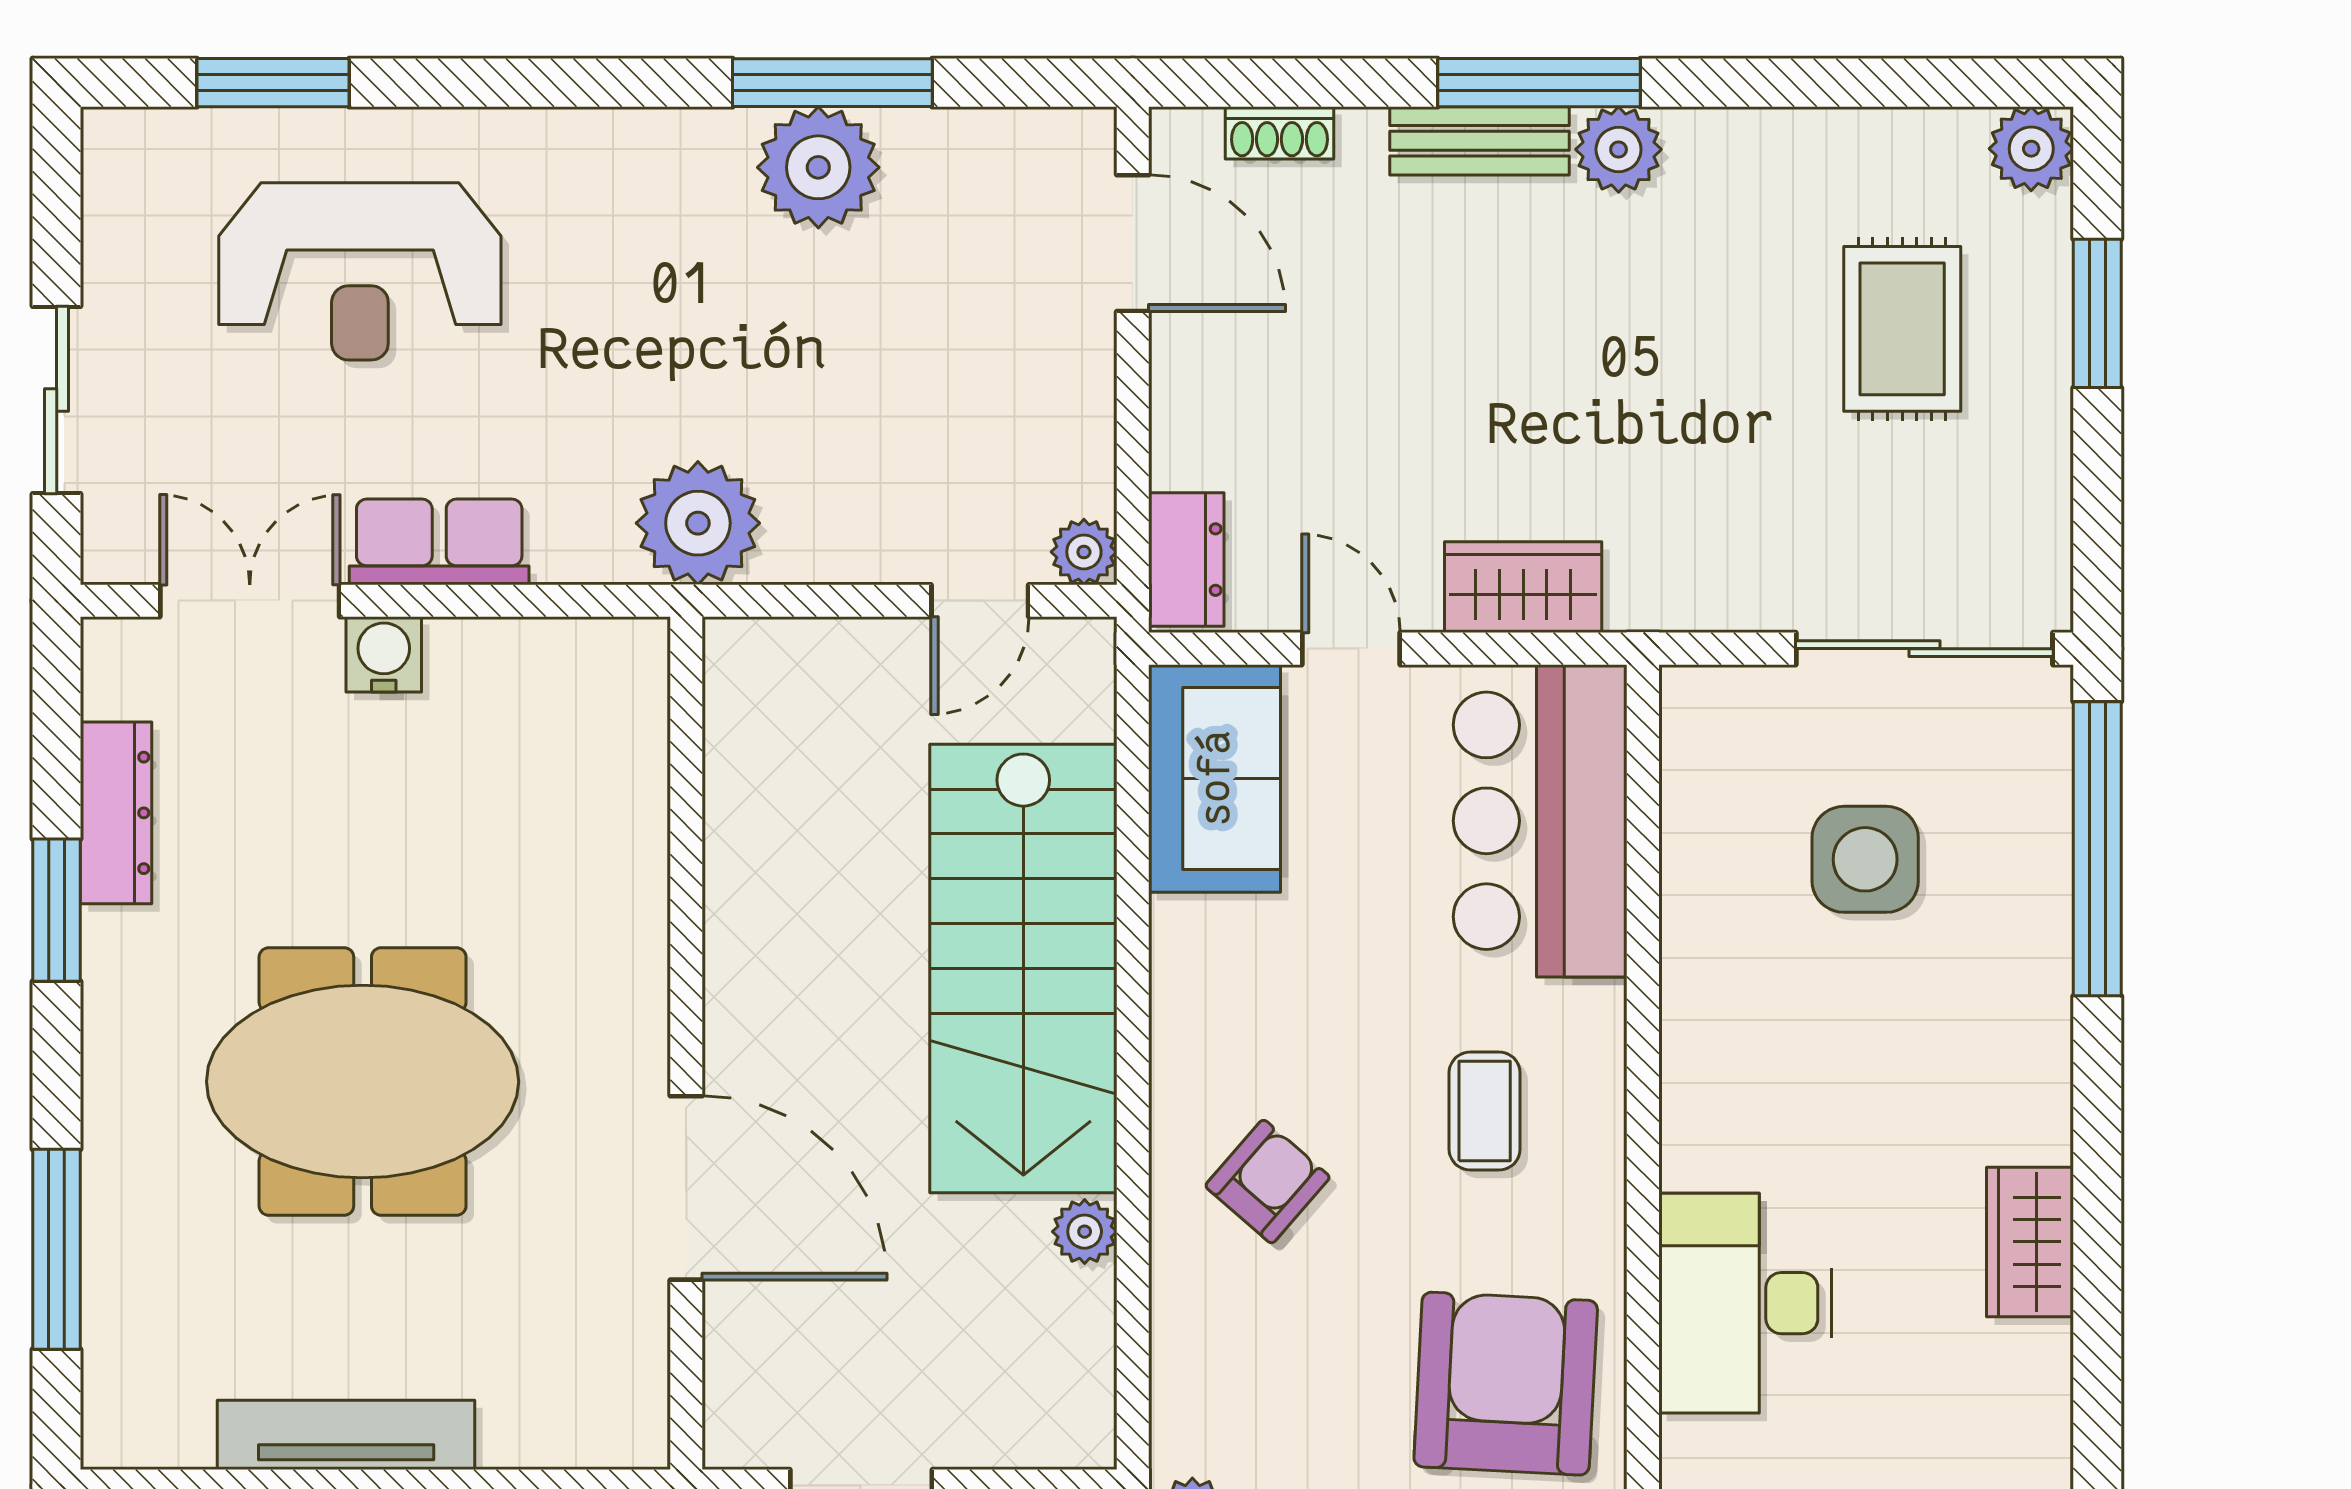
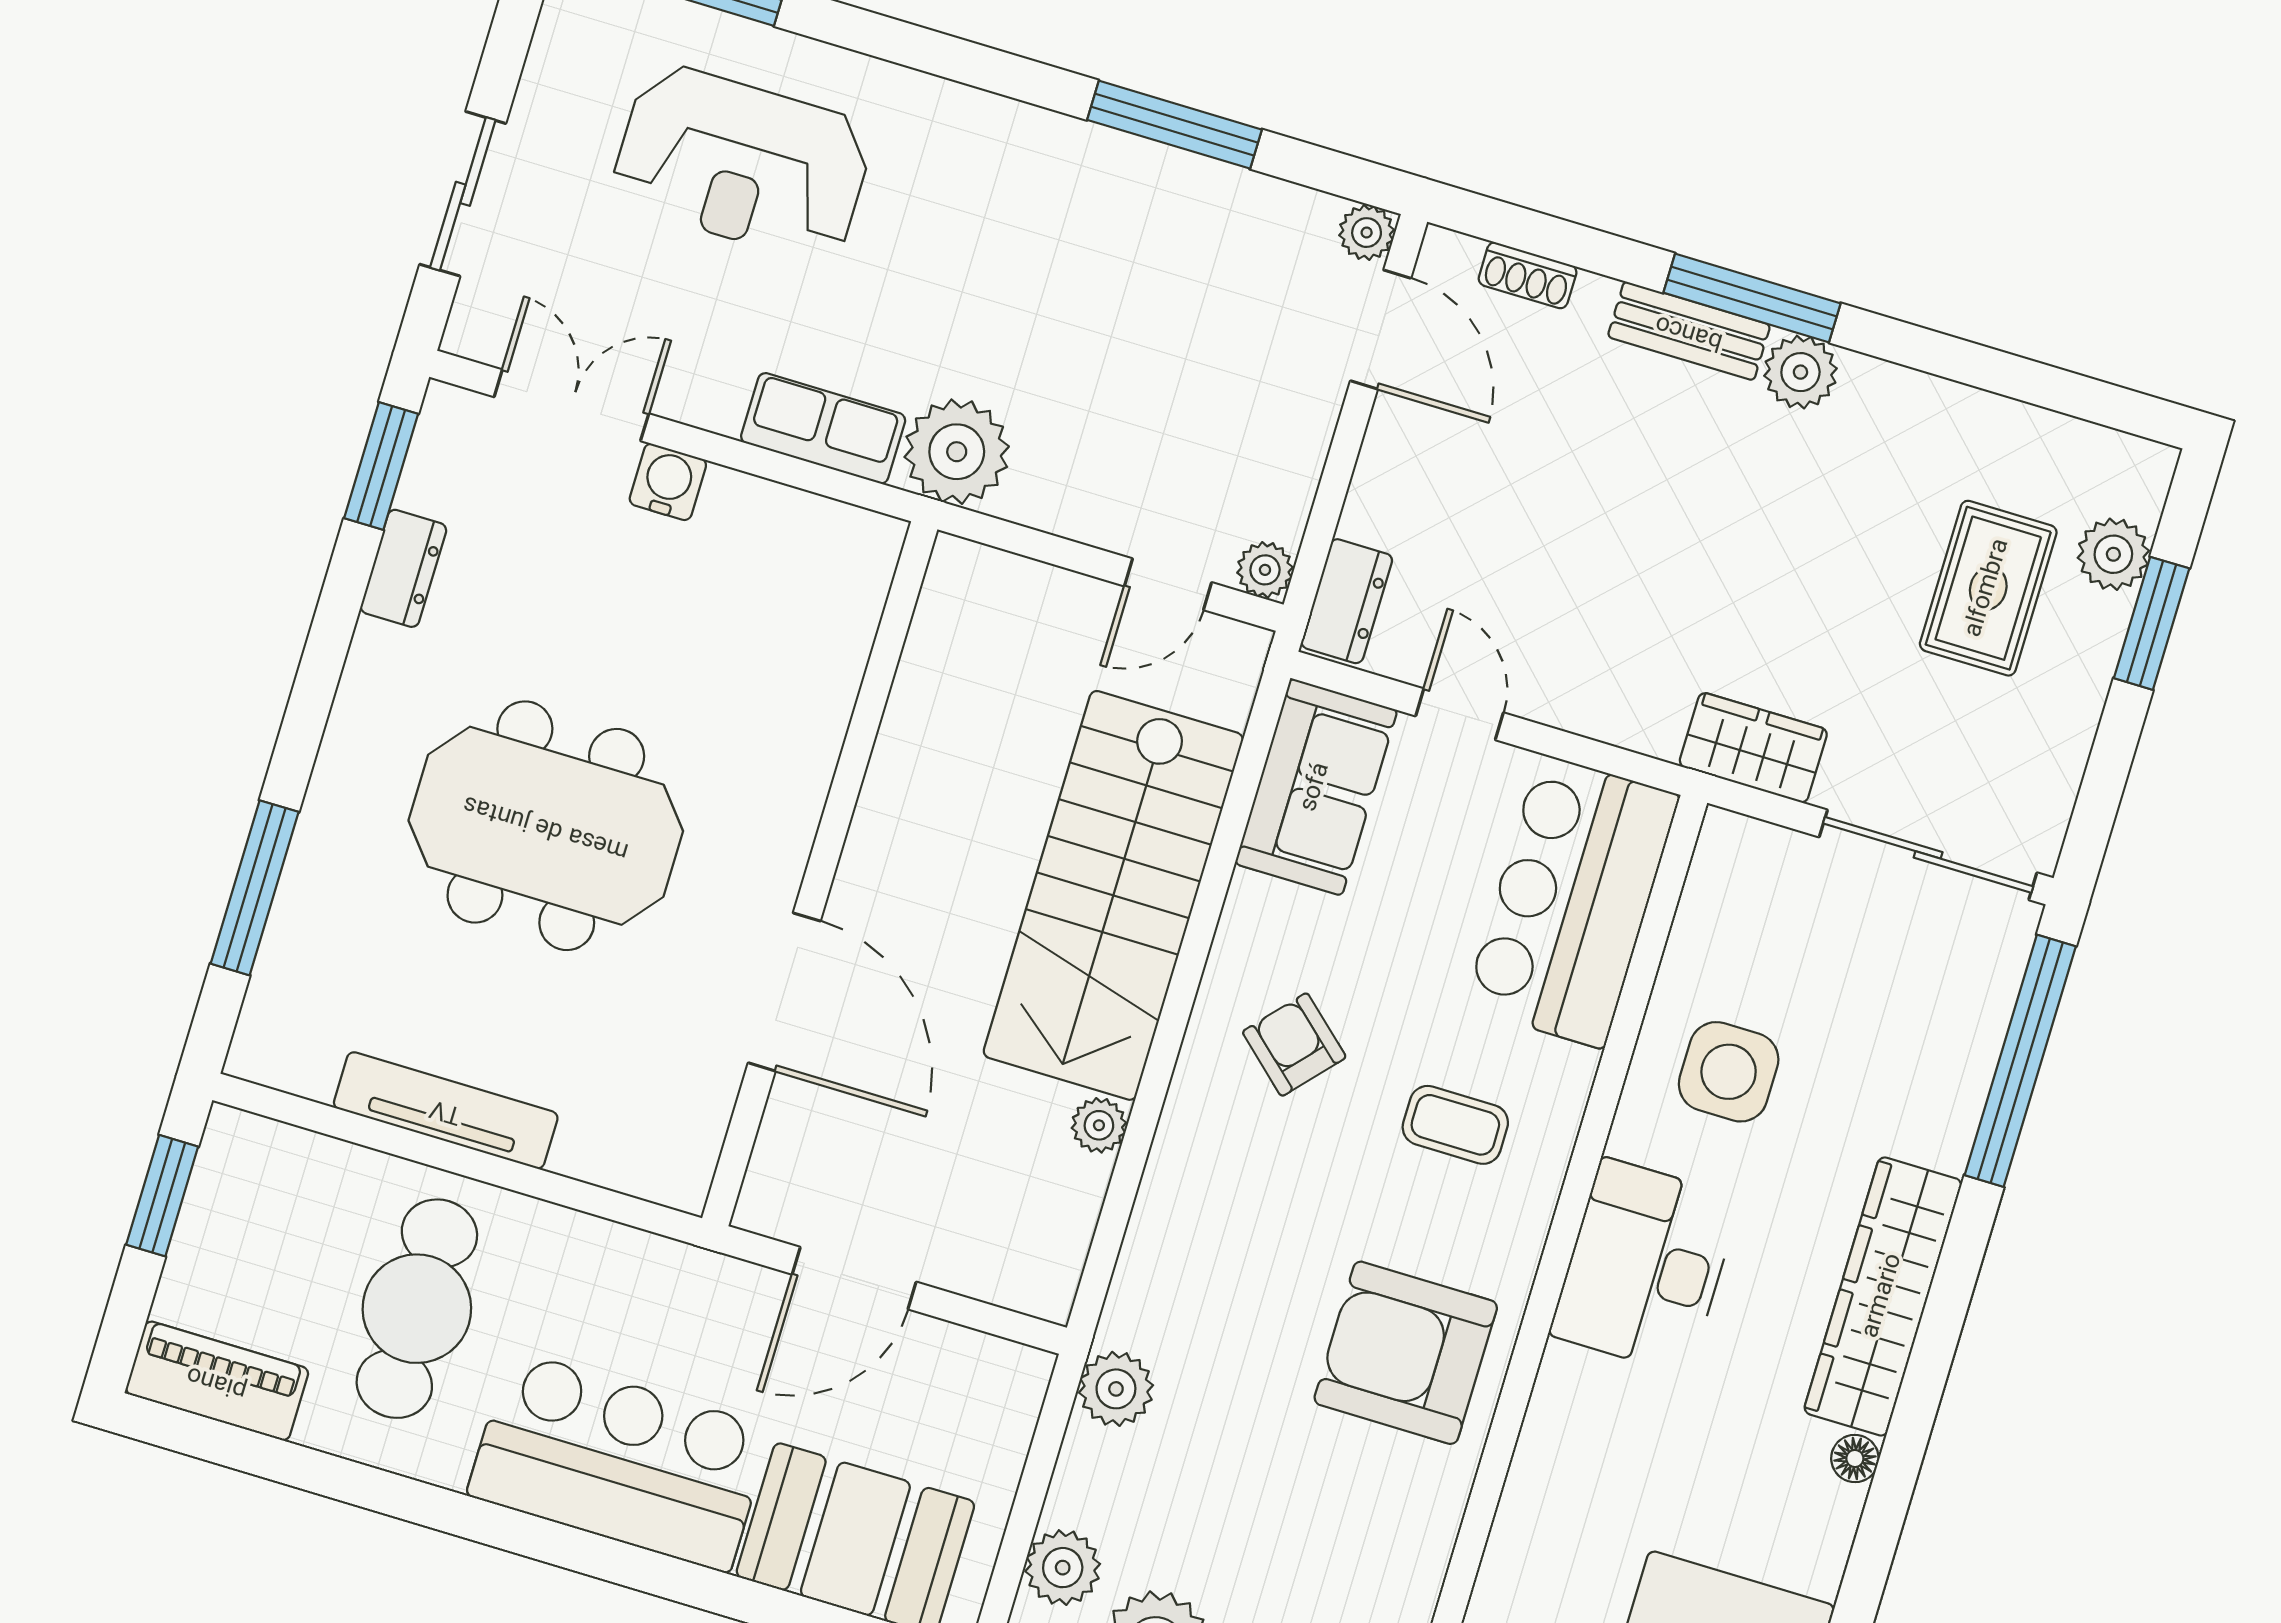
plant: (2031, 149) -> (2113, 554), moved
plant: (818, 167) -> (1367, 233), moved, width x0.53, depth x0.53
row of seats: (439, 542) -> (823, 428), moved
wardrobe: (1523, 587) -> (1753, 748), moved
dresser: (116, 813) -> (403, 568), width x0.70
side table: (1865, 859) -> (1729, 1072), moved
window: (57, 910) -> (381, 466), moved
coffee table: (1485, 1111) -> (1455, 1125), turned 90
armchair: (1268, 1182) -> (1294, 1045), moved, turned -89
wardrobe: (2030, 1242) -> (1883, 1296), width x2.10, depth x1.17
desk: (1745, 1303) -> (1645, 1266), moved
floor lamp: (2046, 1351) -> (1855, 1459), added
armchair: (1506, 1384) -> (1406, 1353), turned -93

